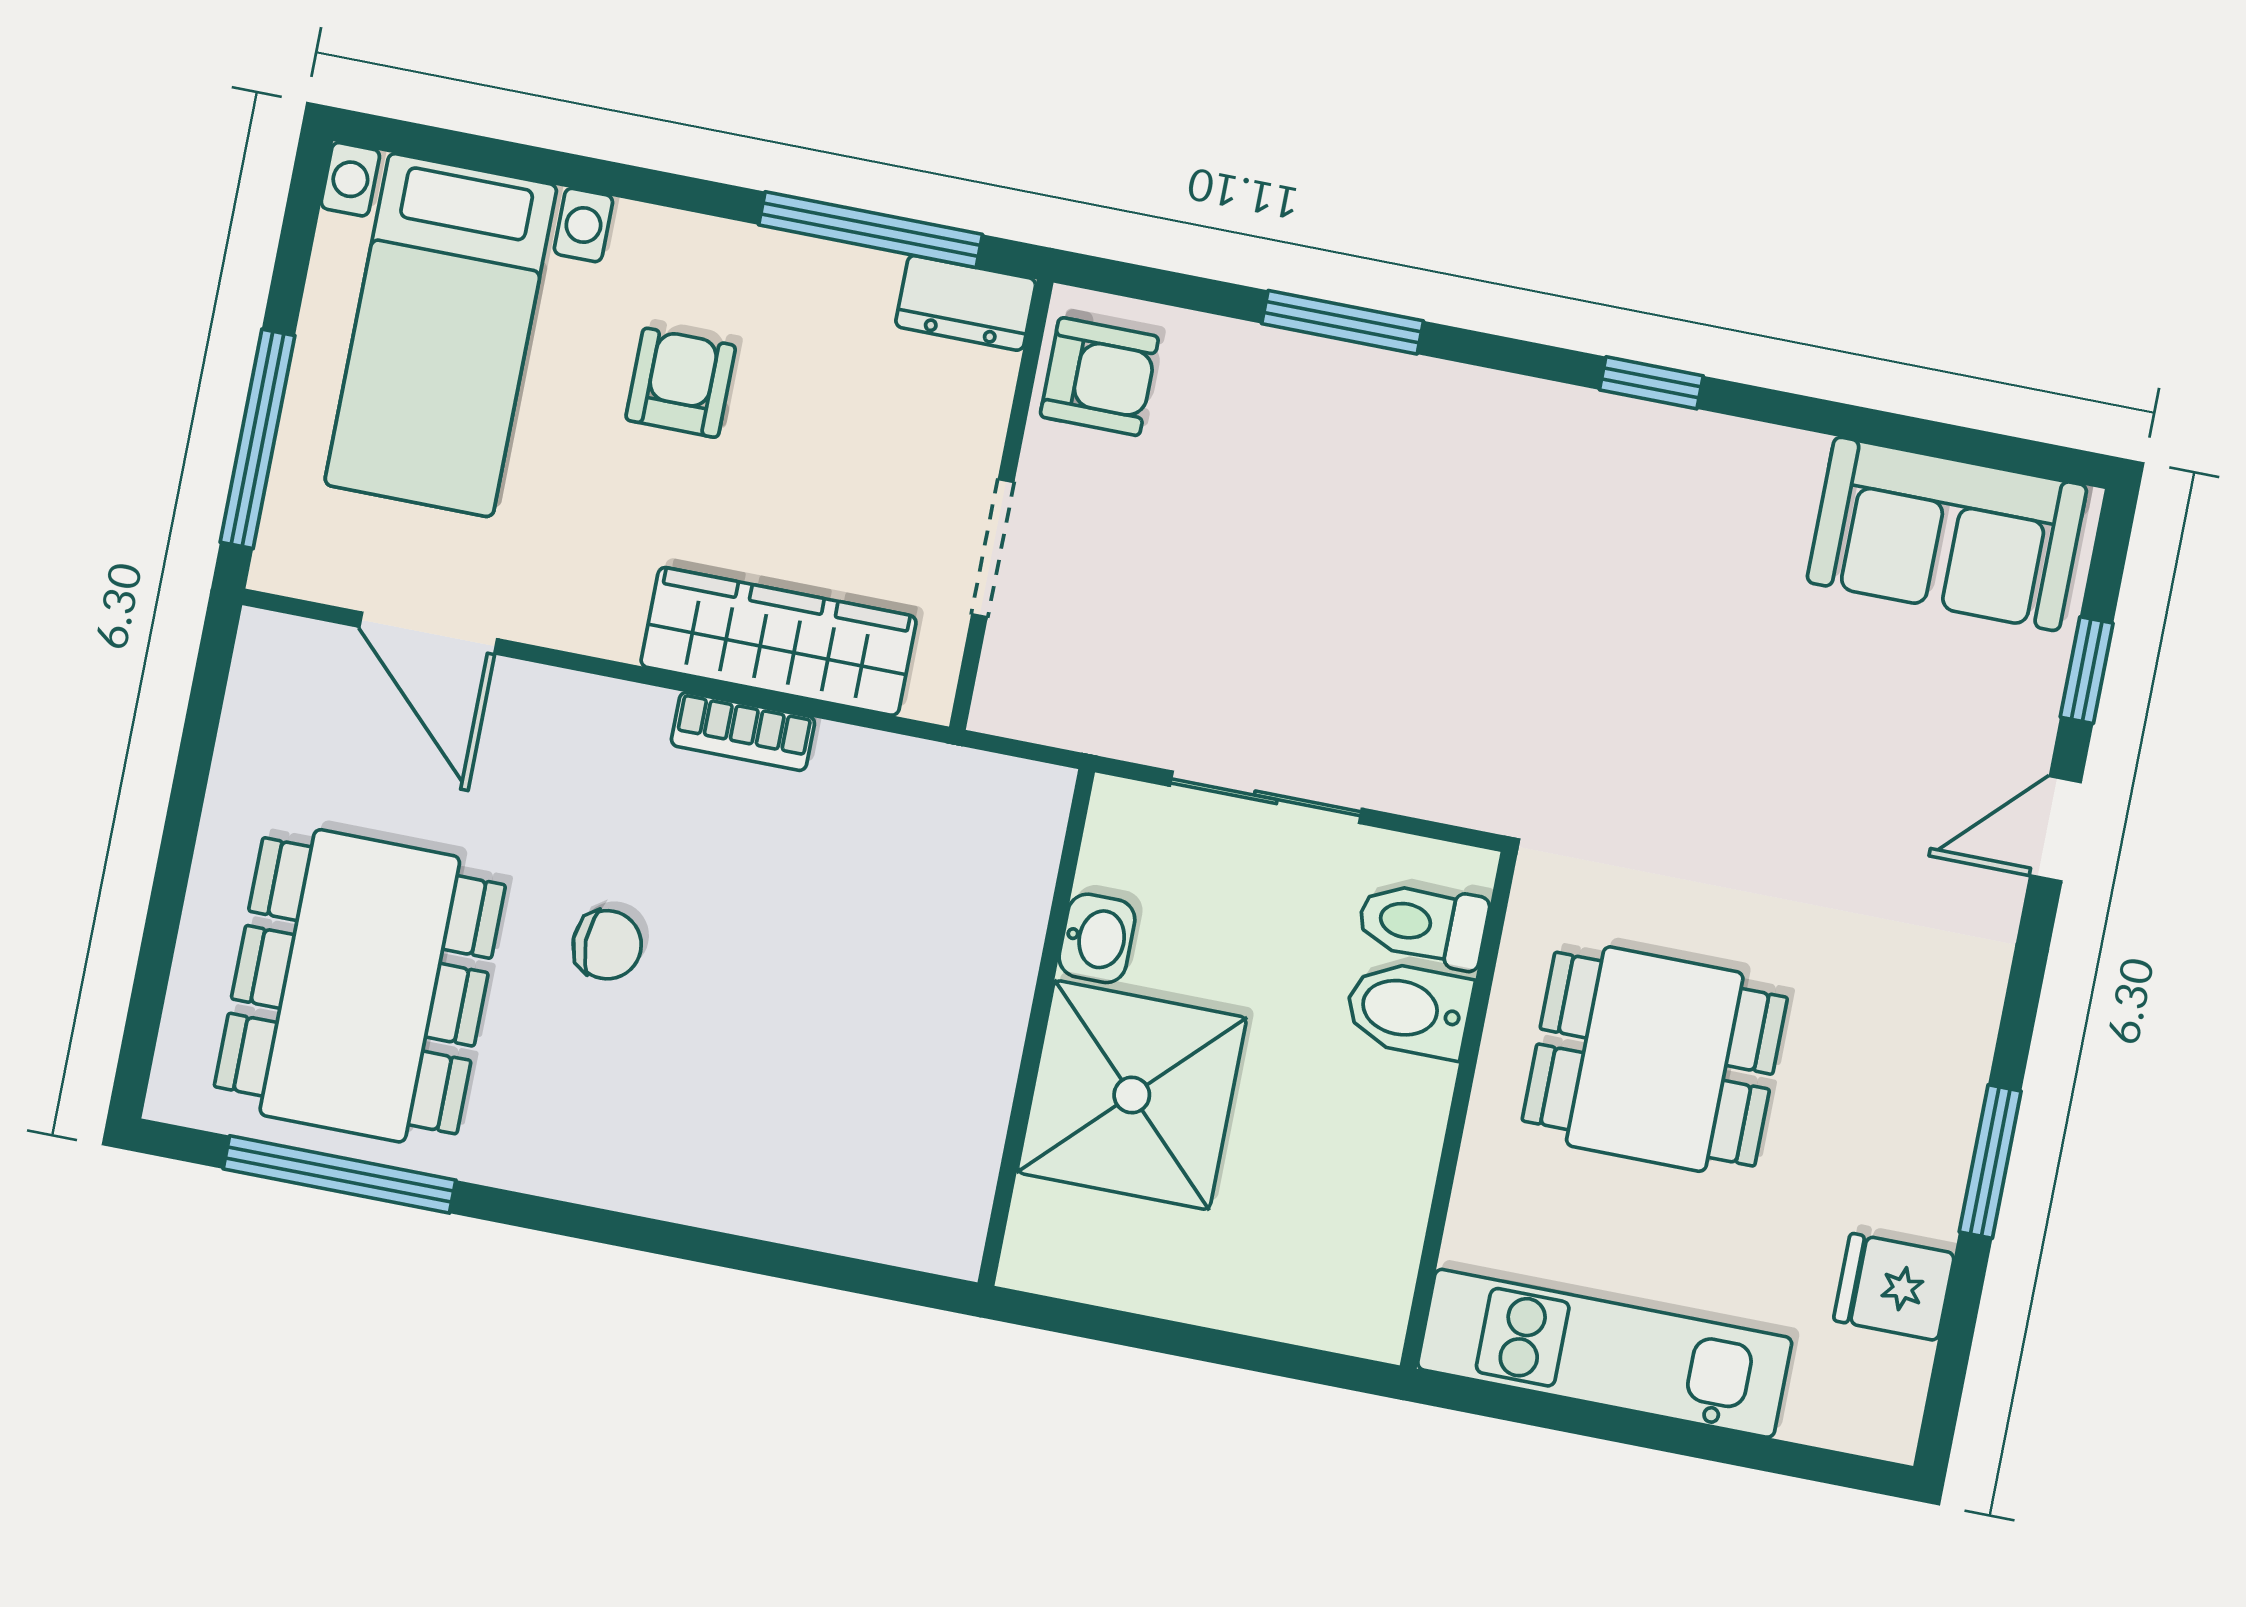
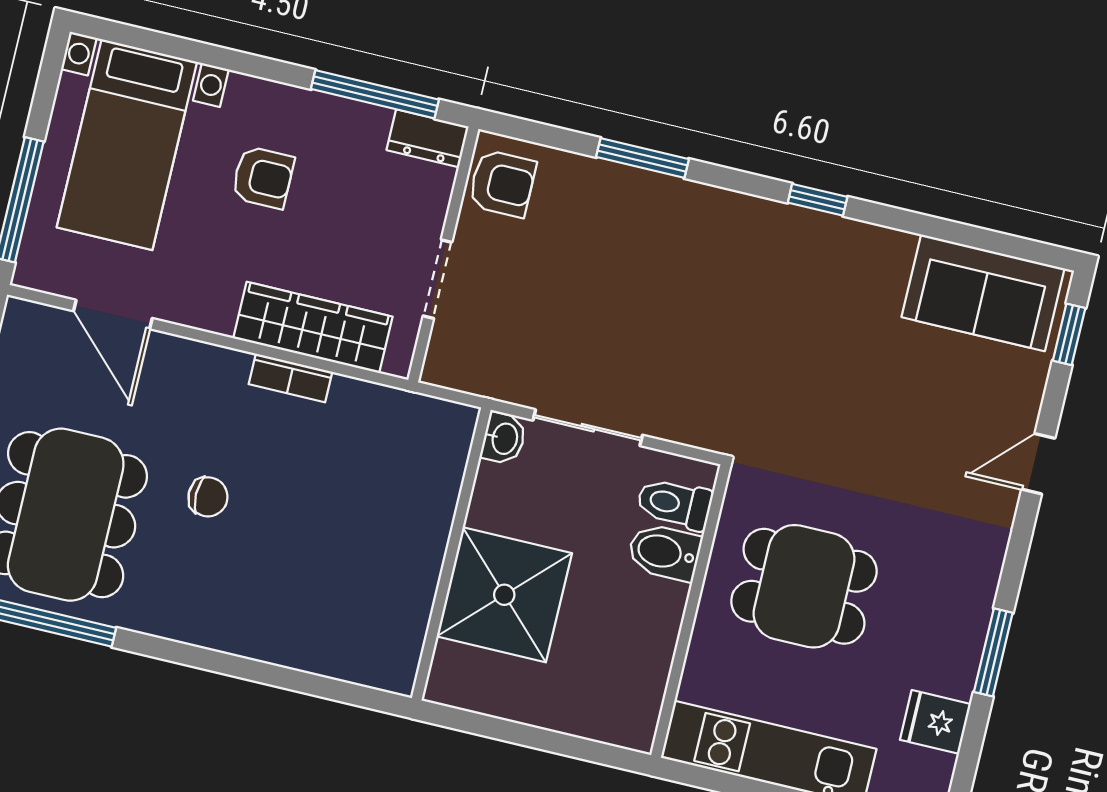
armchair: (681, 383) -> (263, 177), turned 90
window: (2087, 670) -> (1069, 334), moved
washbasin: (1097, 938) -> (504, 438), moved

